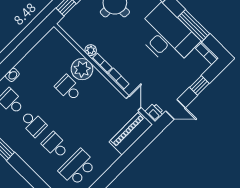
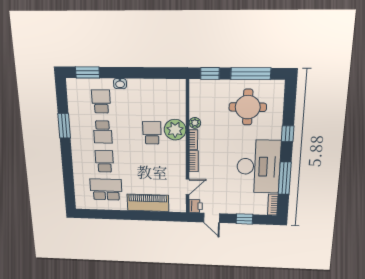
piano: (131, 133) -> (148, 203), moved

